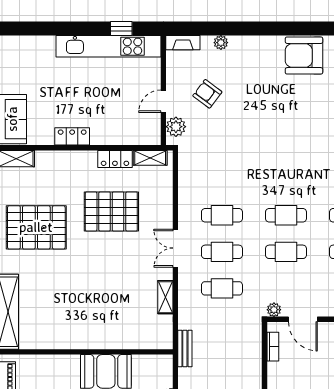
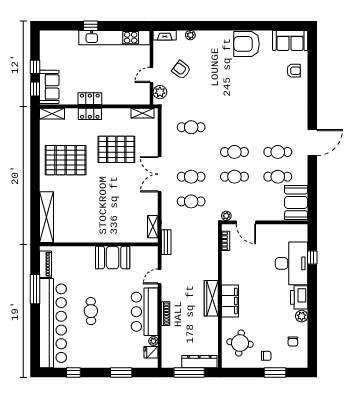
window: (121, 29) -> (91, 26), moved
locker: (115, 159) -> (90, 114), moved
cafe table: (222, 215) -> (191, 127), moved
double door: (175, 248) -> (160, 174), width x1.37
shelving: (165, 297) -> (153, 227), moved

